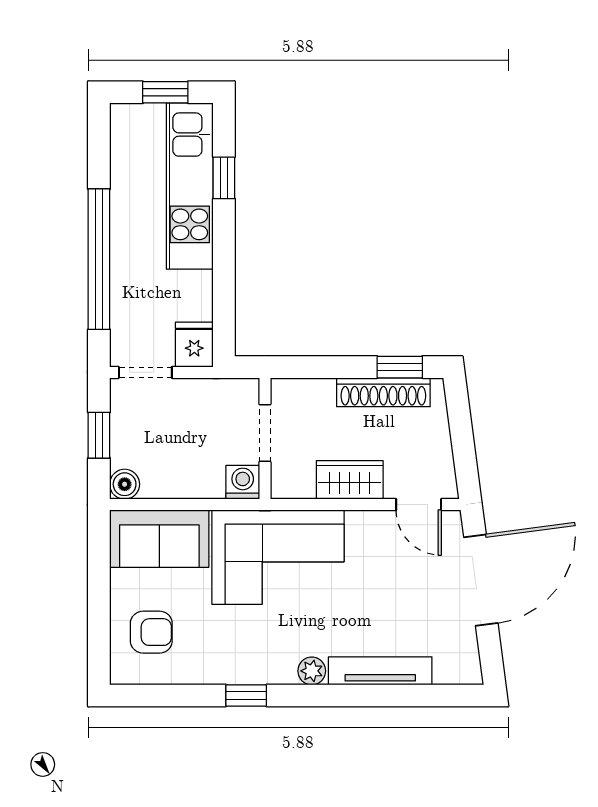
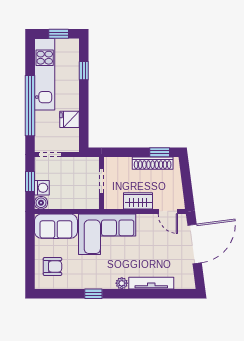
kitchen unit: (190, 186) -> (45, 74), moved, turned 180
fridge: (194, 345) -> (69, 119), moved, turned -90
washing machine: (243, 482) -> (42, 188), moved, turned 90

